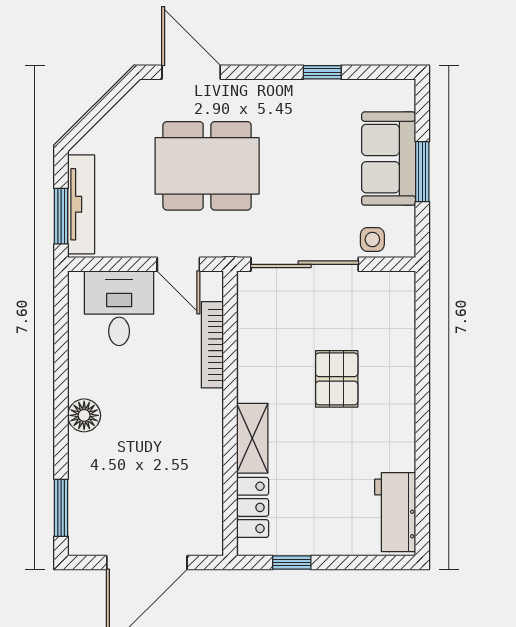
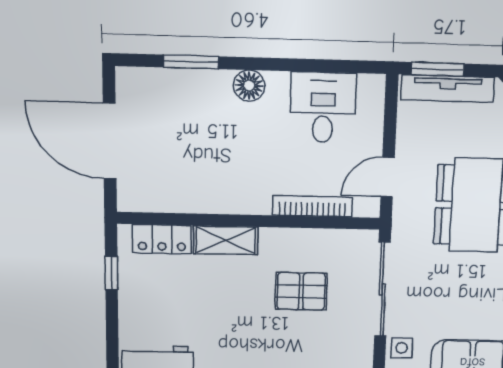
desk: (119, 308) -> (323, 108), moved, turned -90
pallet: (337, 379) -> (301, 291), moved
window: (61, 508) -> (191, 62), moved

